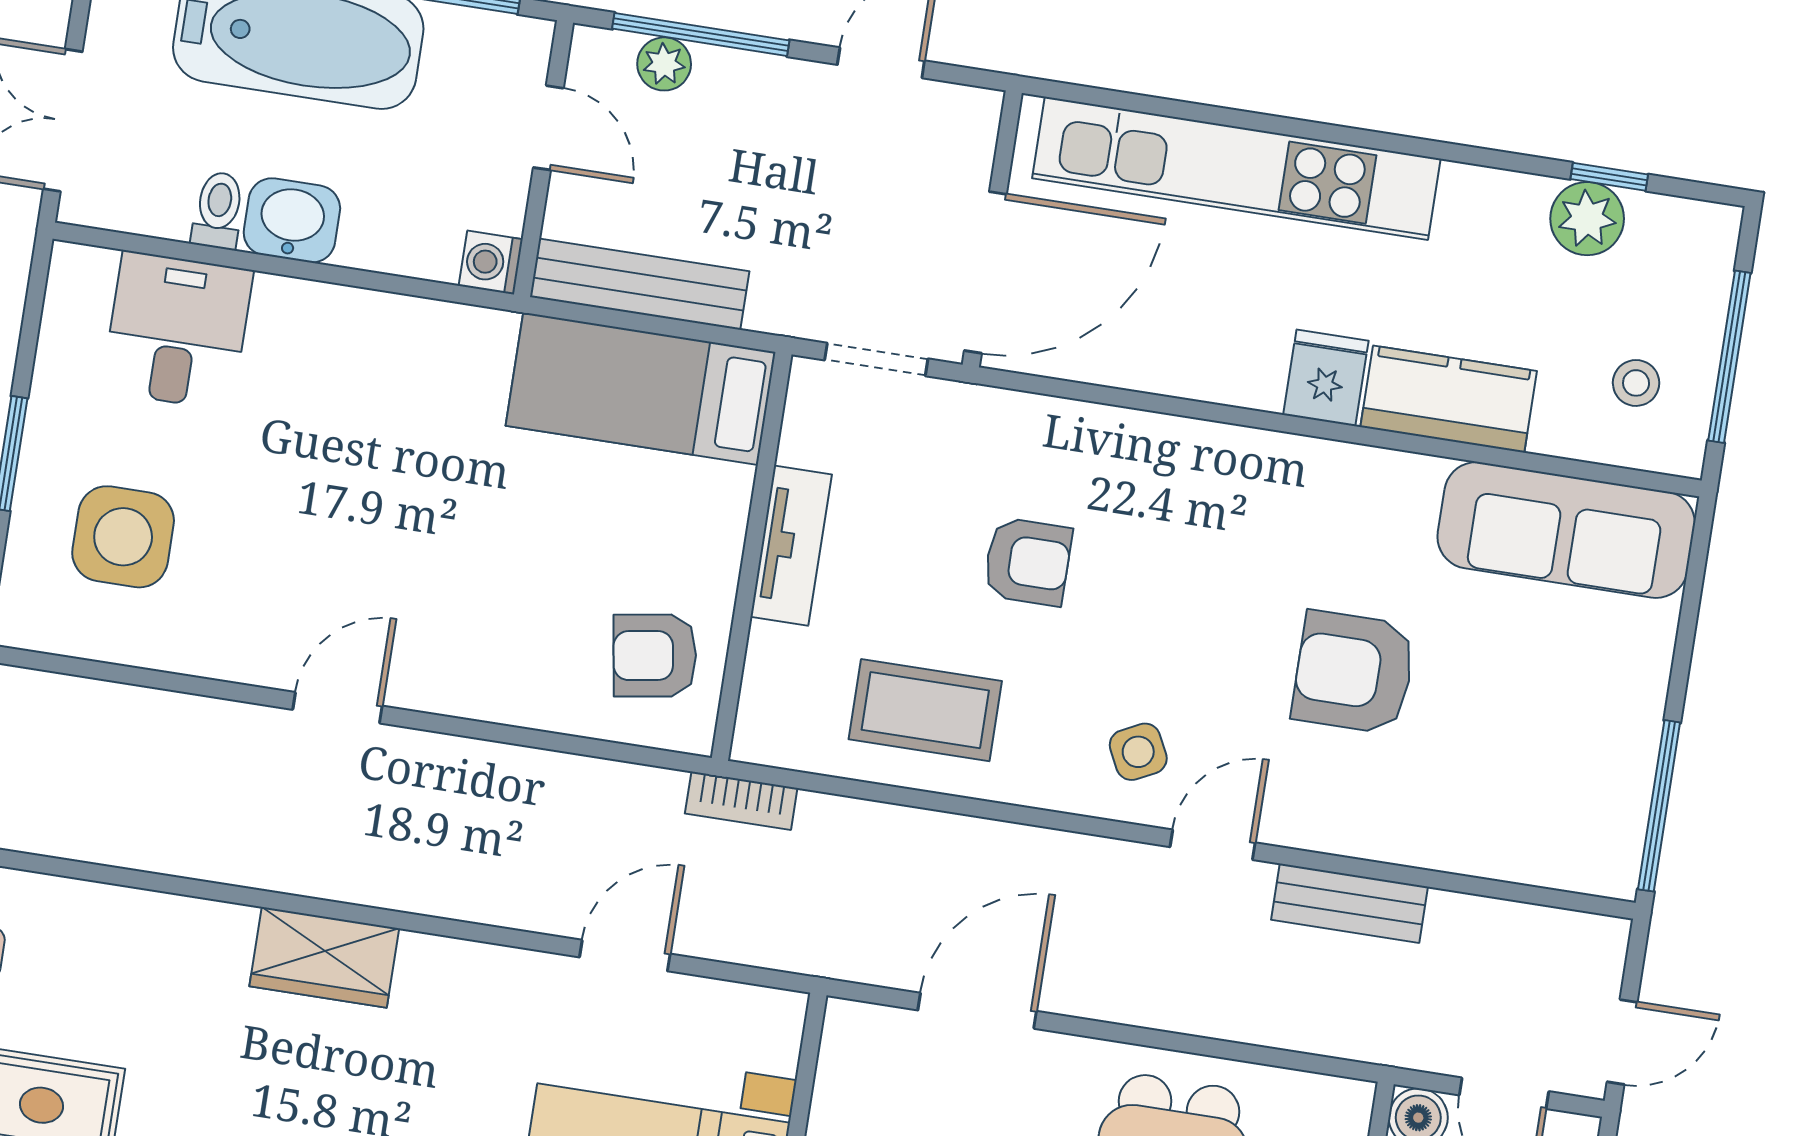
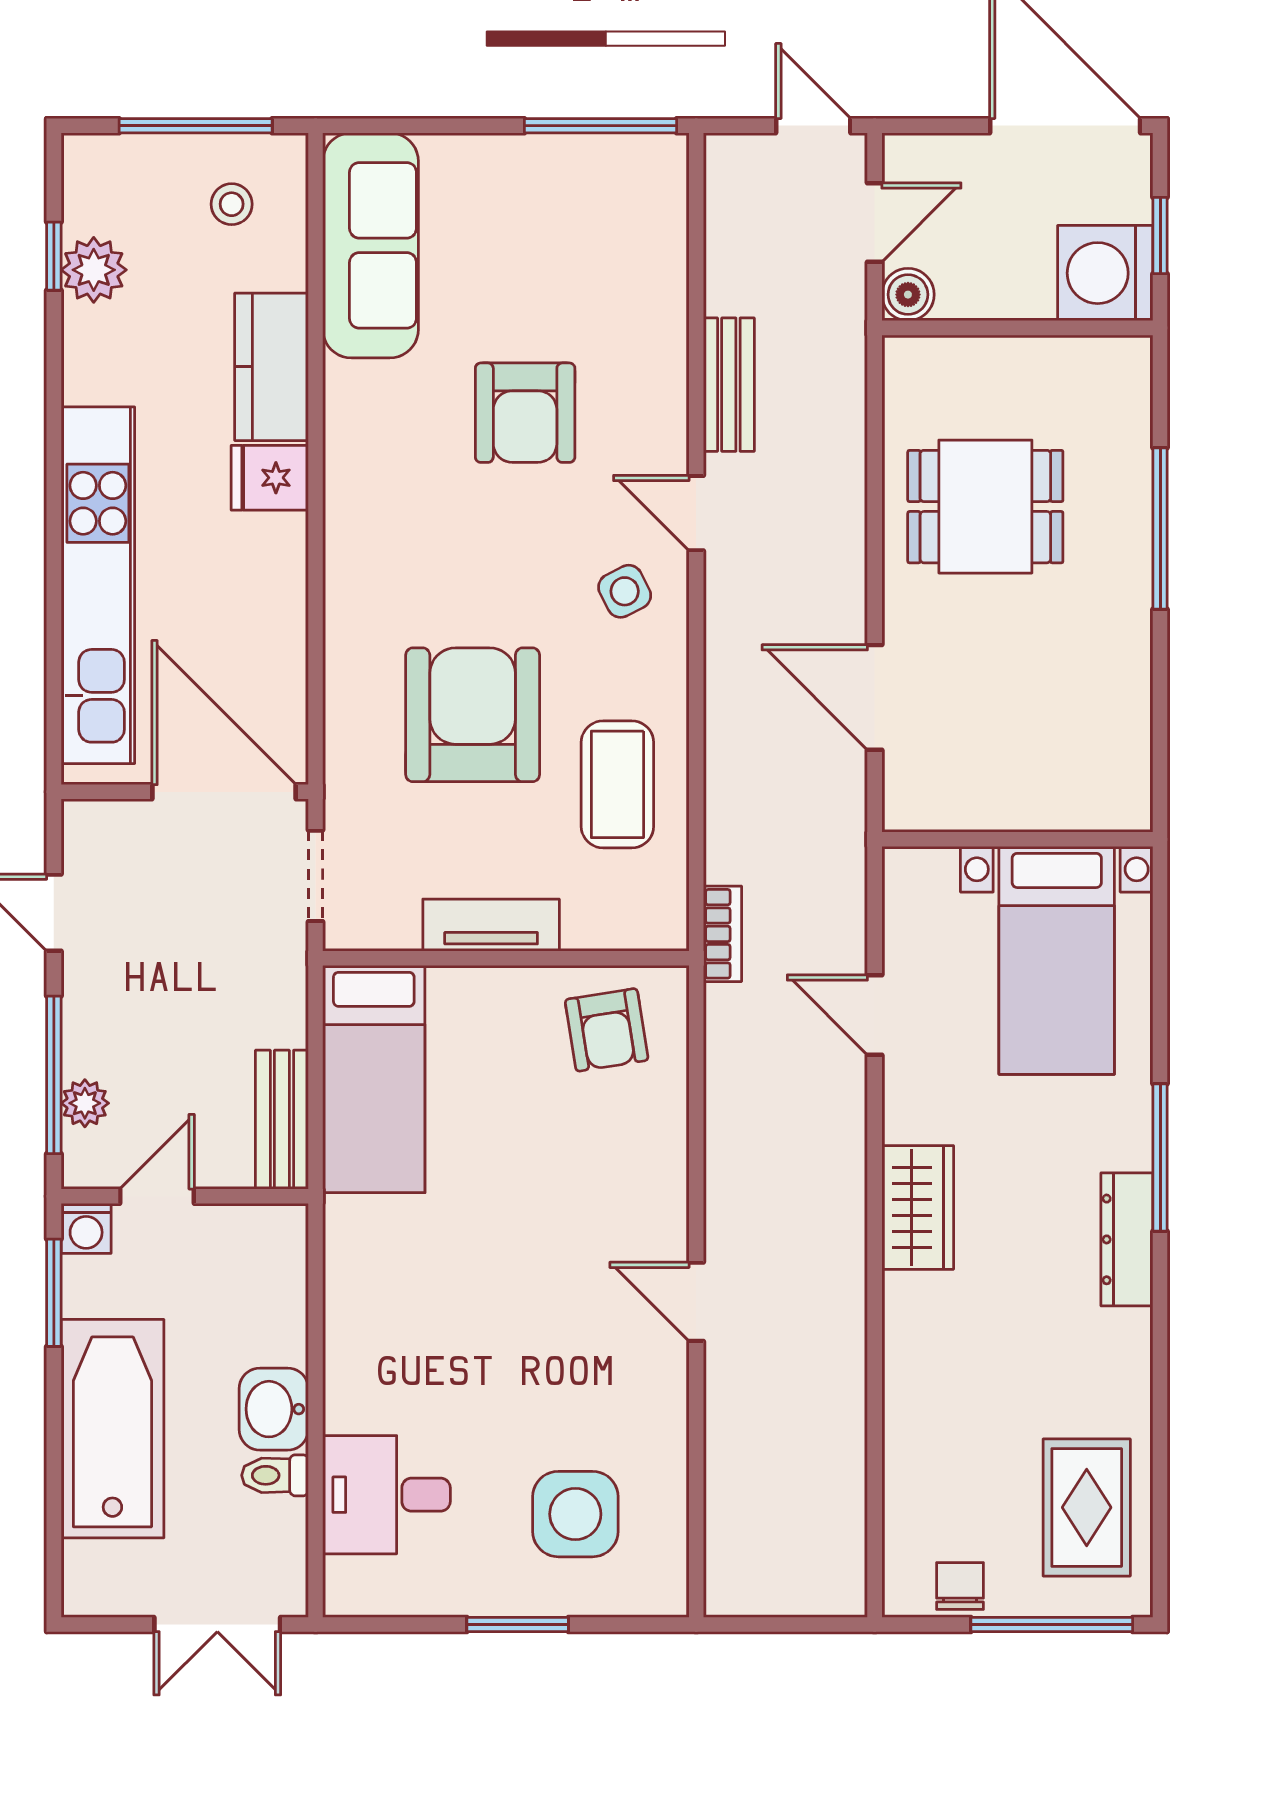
washing machine: (491, 263) -> (86, 1228), moved
bench: (640, 284) -> (282, 1120), width x0.73
armchair: (1028, 562) -> (473, 715), width x1.88, depth x1.88
wardrobe: (324, 957) -> (918, 1207), moved

